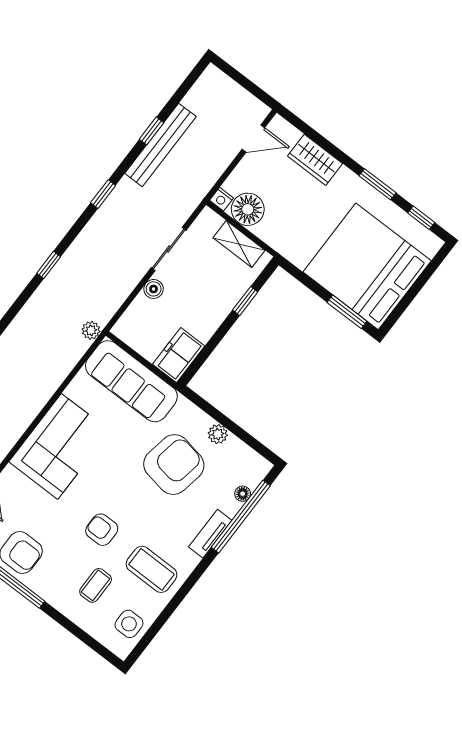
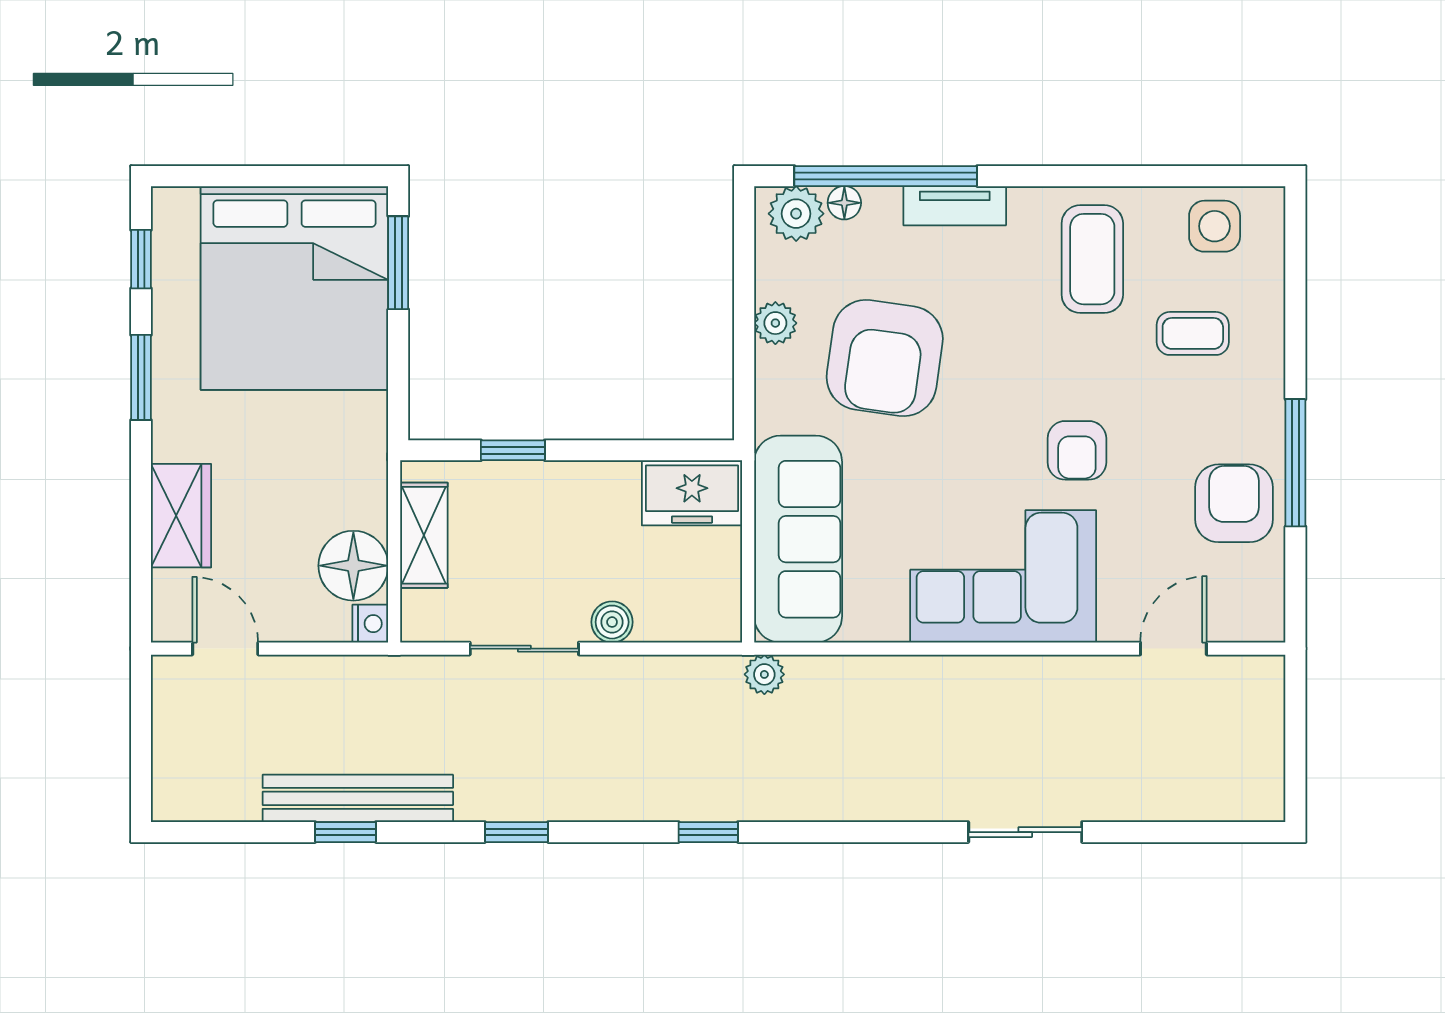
armchair: (174, 465) -> (885, 358), turned -92
plant: (252, 473) -> (796, 214), added
armchair: (102, 530) -> (1077, 450), moved

